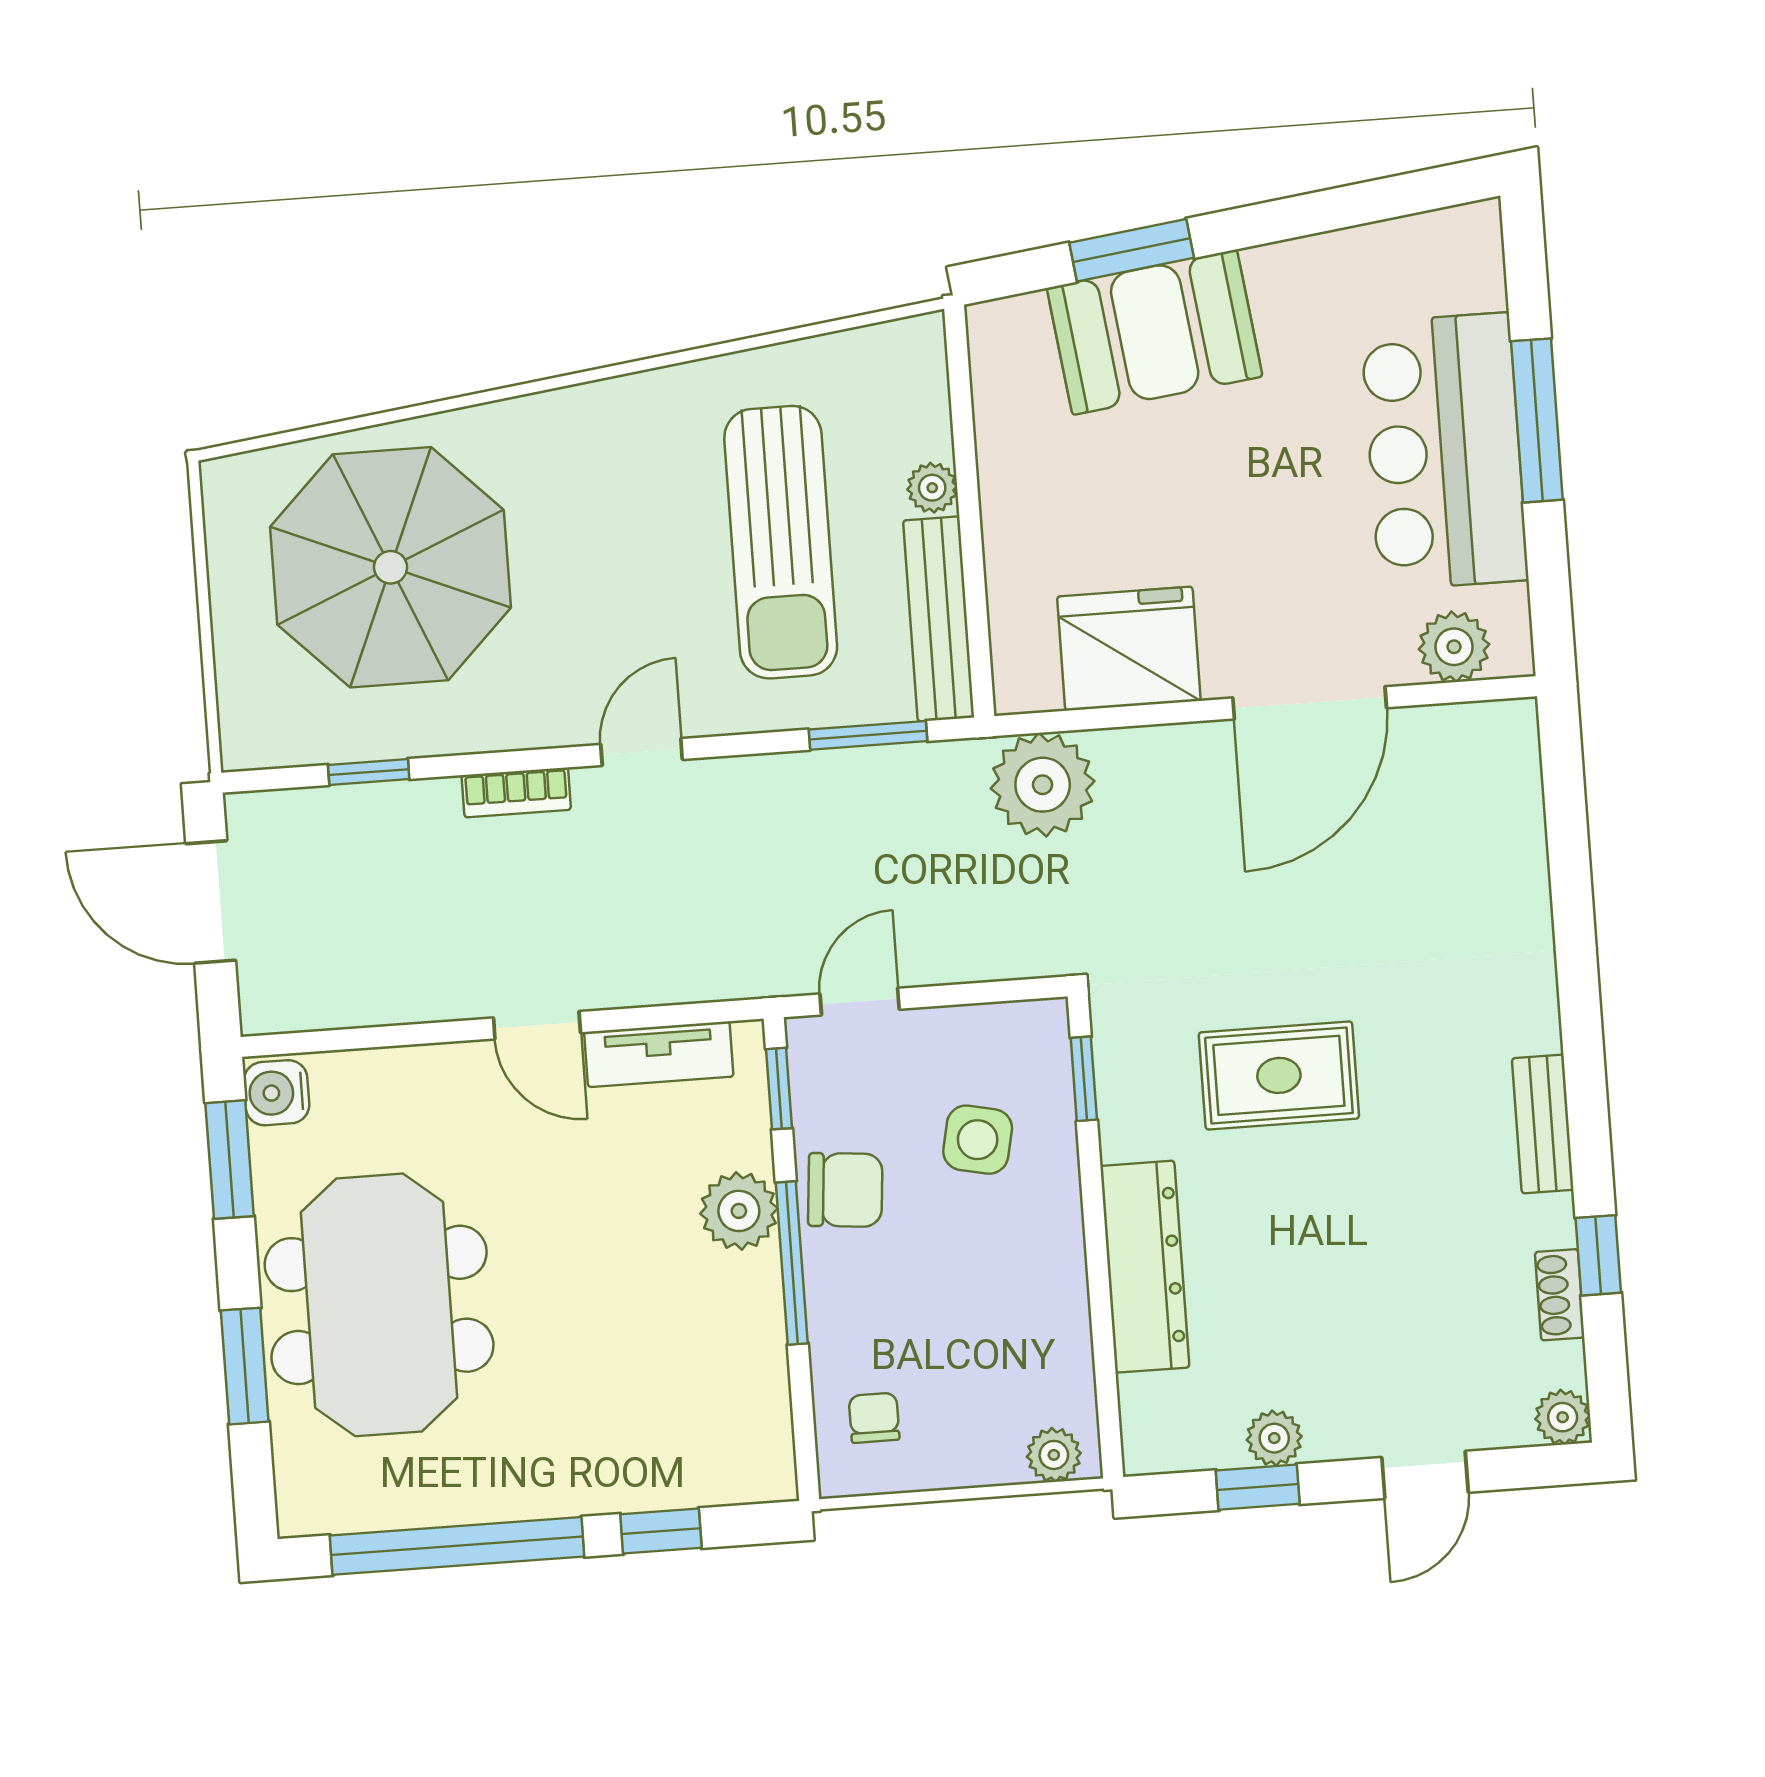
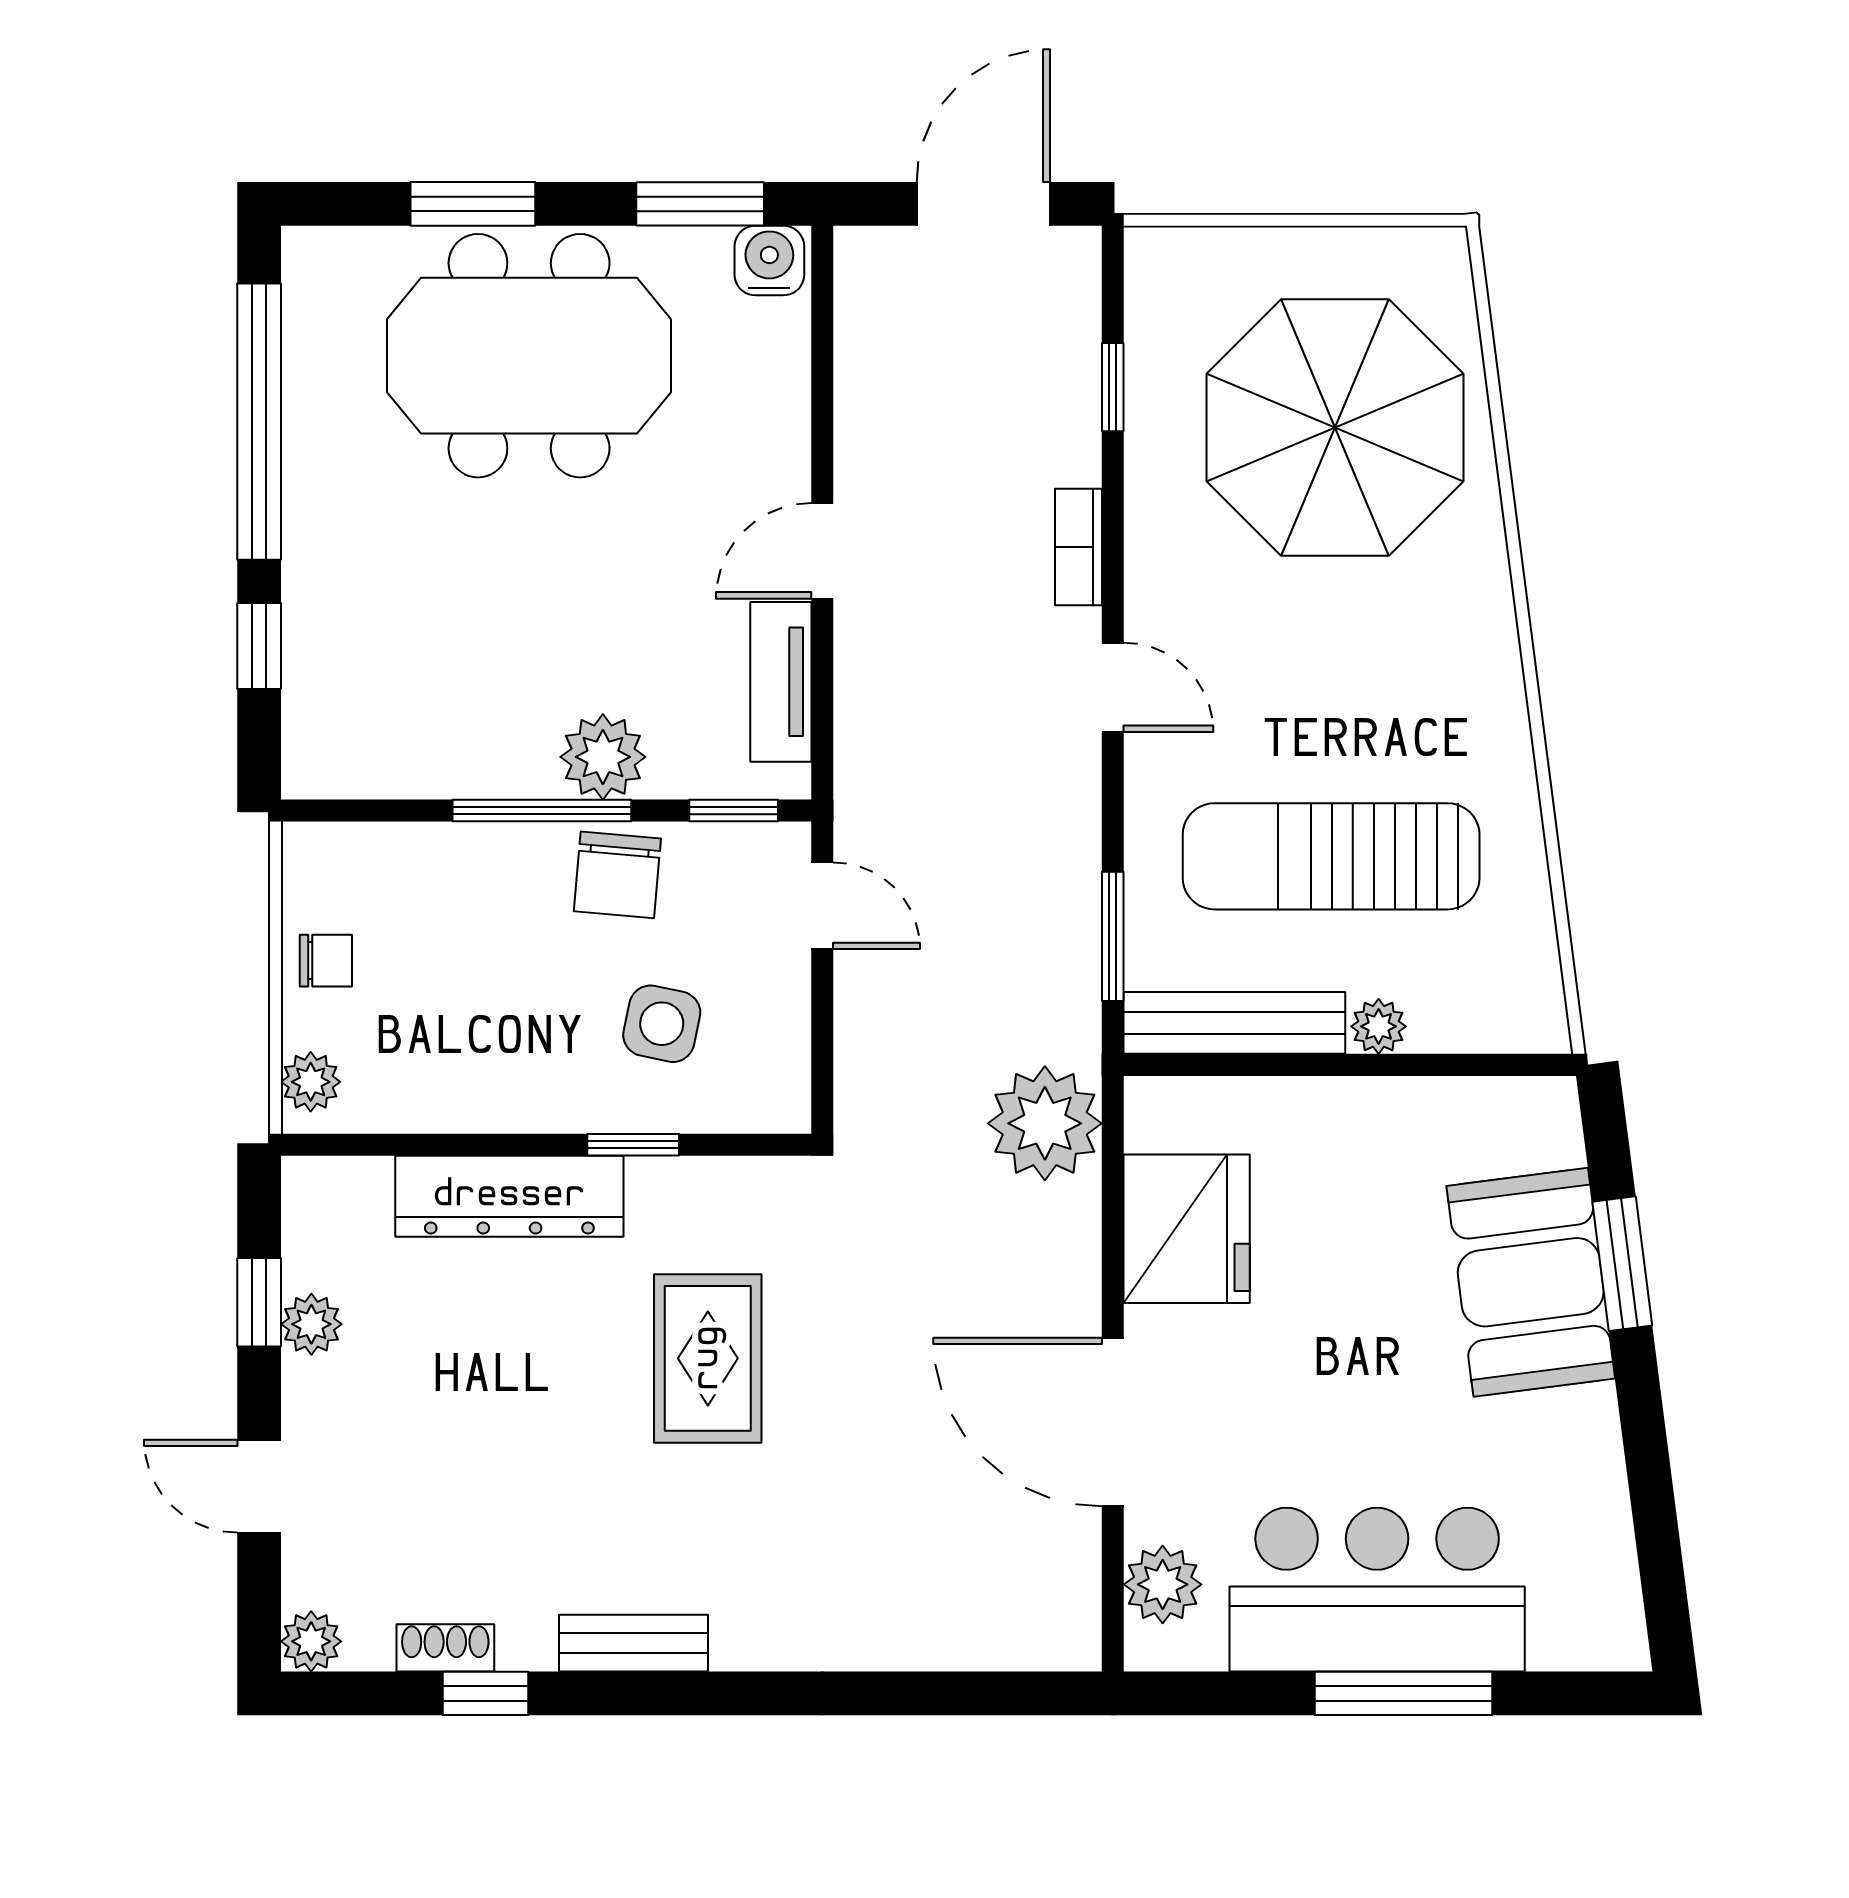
window: (1084, 1079) -> (633, 1145), moved
chair: (874, 1418) -> (326, 961), moved

